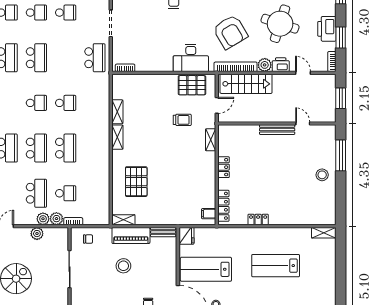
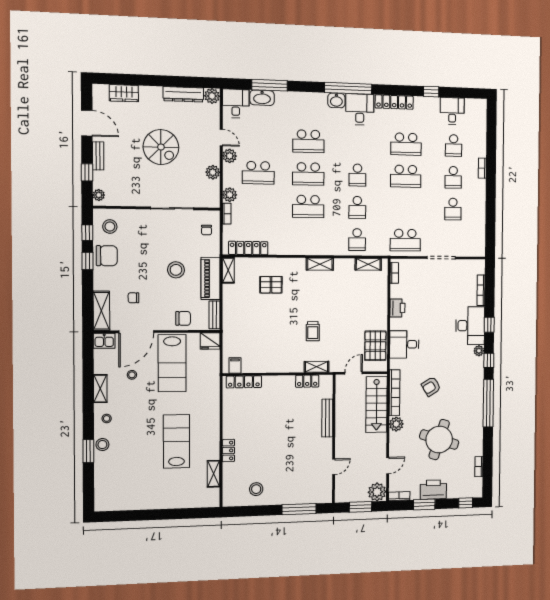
armchair: (230, 32) -> (431, 387), width x0.53, depth x0.53
desk: (191, 58) -> (404, 344), width x0.73
printer: (281, 65) -> (397, 308), moved
plant: (327, 83) -> (377, 492), added
door: (217, 105) -> (354, 373), swing flipped
shelving: (117, 112) -> (368, 264), moved
trolley: (182, 120) -> (313, 331), moved
bench: (277, 130) -> (327, 418), moved
locker: (224, 167) -> (307, 381), moved
stool: (322, 175) -> (256, 489), moved
pallet: (136, 182) -> (271, 285), width x0.67, depth x0.71
school desk: (66, 193) -> (357, 240), moved
locker: (104, 202) -> (248, 248), added
plant: (43, 219) -> (230, 156), moved
locker: (258, 220) -> (228, 451), moved
shelving: (324, 233) -> (214, 474), moved
chair: (166, 260) -> (183, 318), added
lab bench: (206, 269) -> (172, 363), turned 180

